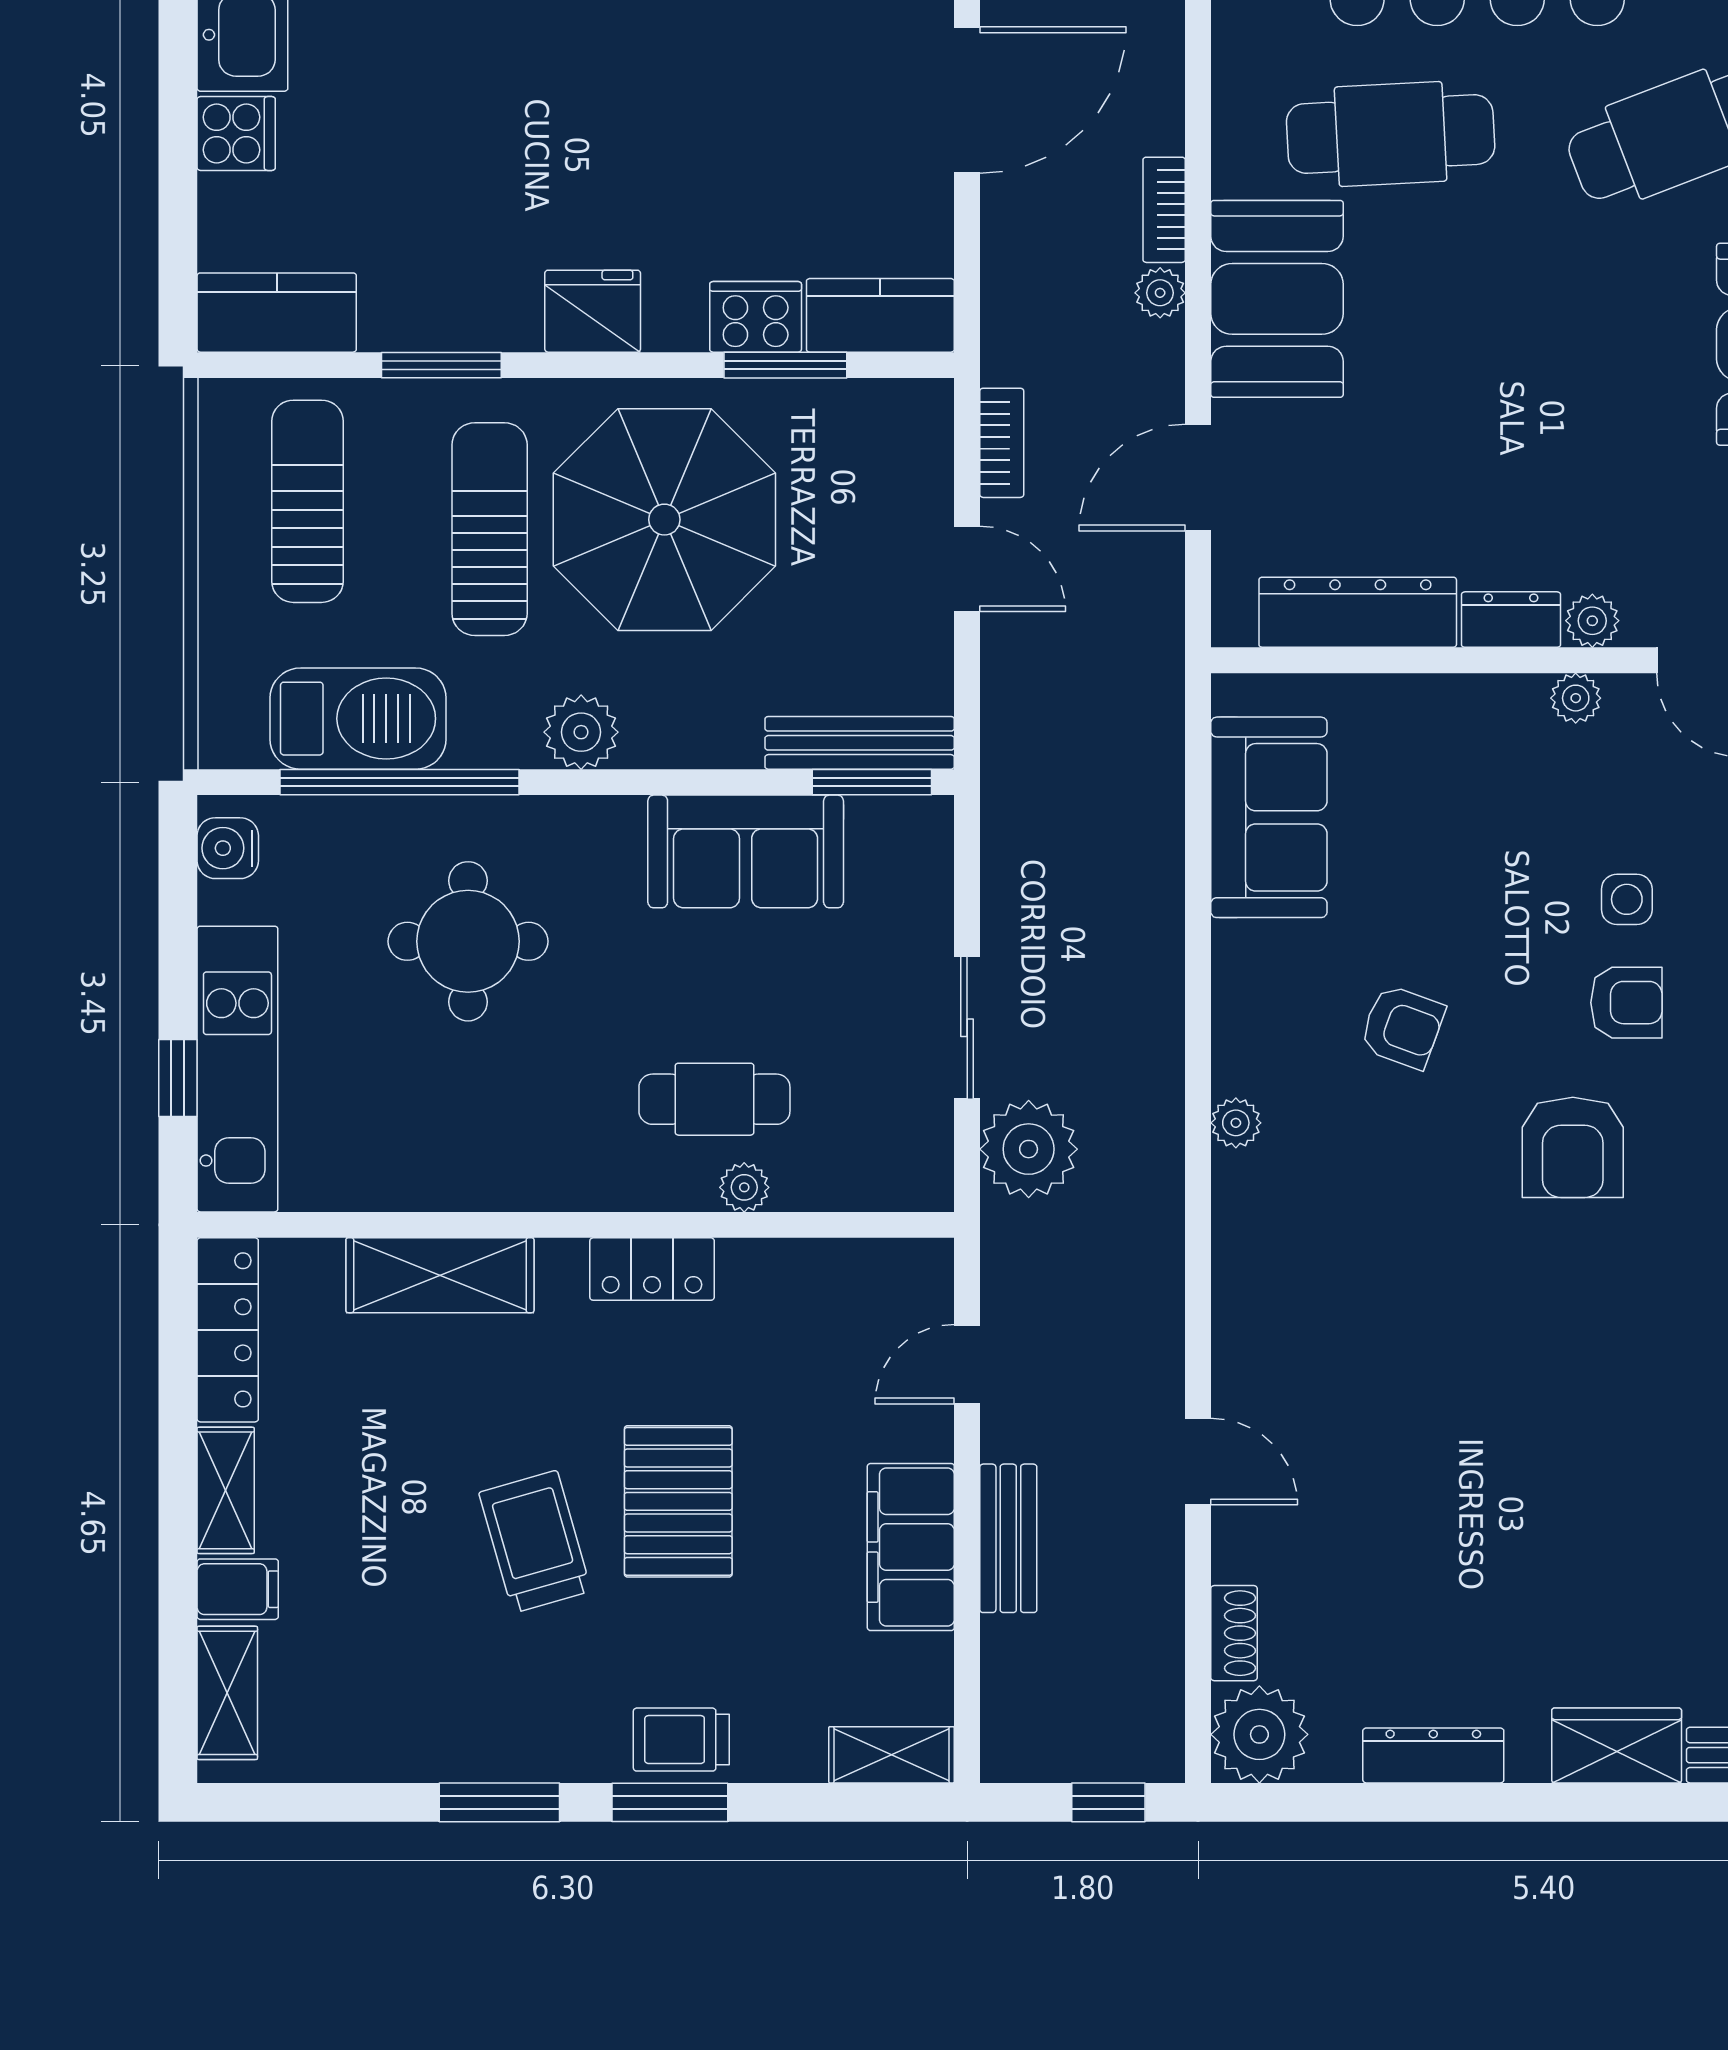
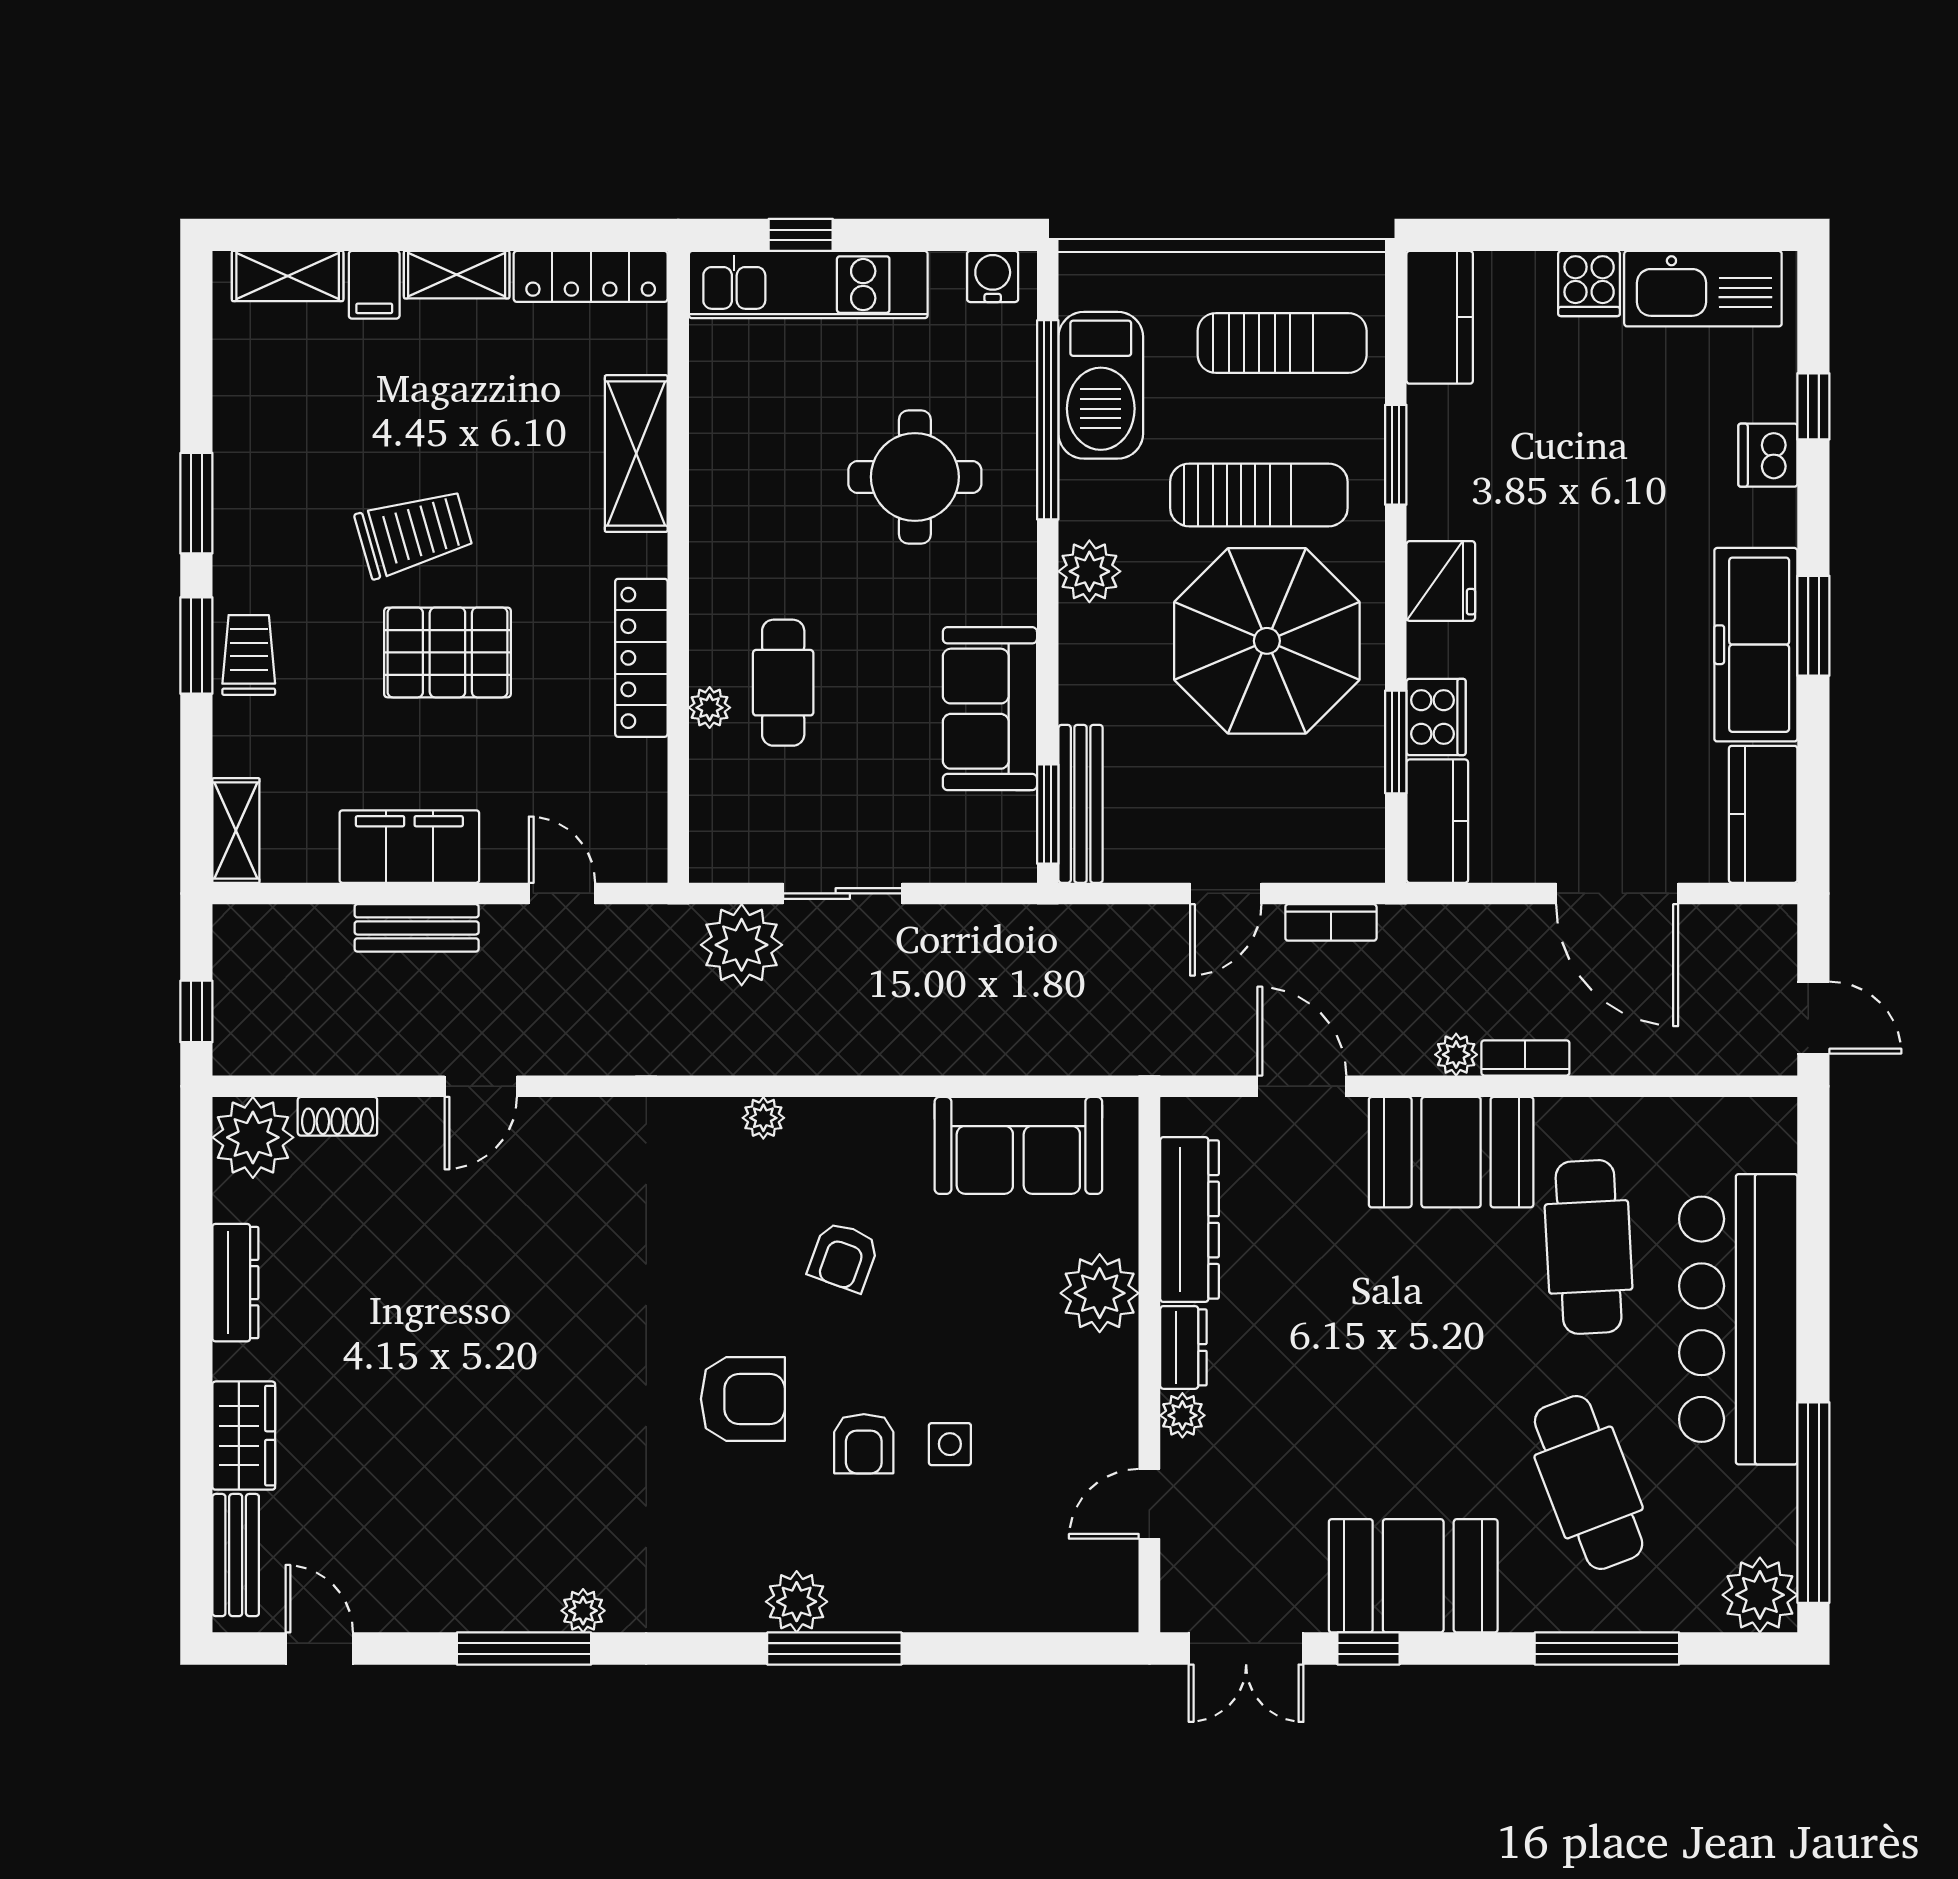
plant: (1576, 698) -> (1100, 1293), moved, width x1.88, depth x1.88
armchair: (1573, 1147) -> (743, 1399), turned 180
locker: (652, 1269) -> (641, 658), width x1.53

